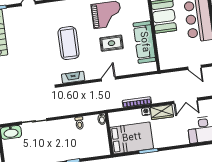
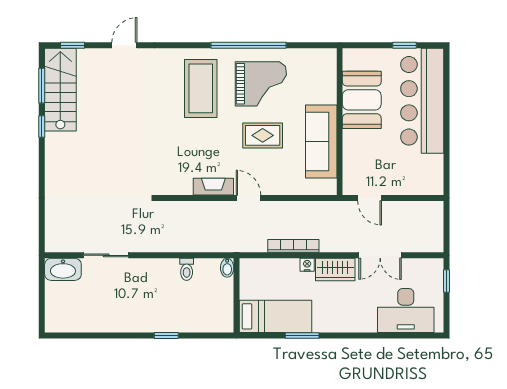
coffee table: (69, 43) -> (201, 88), moved
door: (194, 67) -> (370, 198), moved
fireplace: (73, 77) -> (213, 187), moved
door: (108, 79) -> (248, 198), hinge flipped
bed: (132, 138) -> (276, 316), width x0.67

